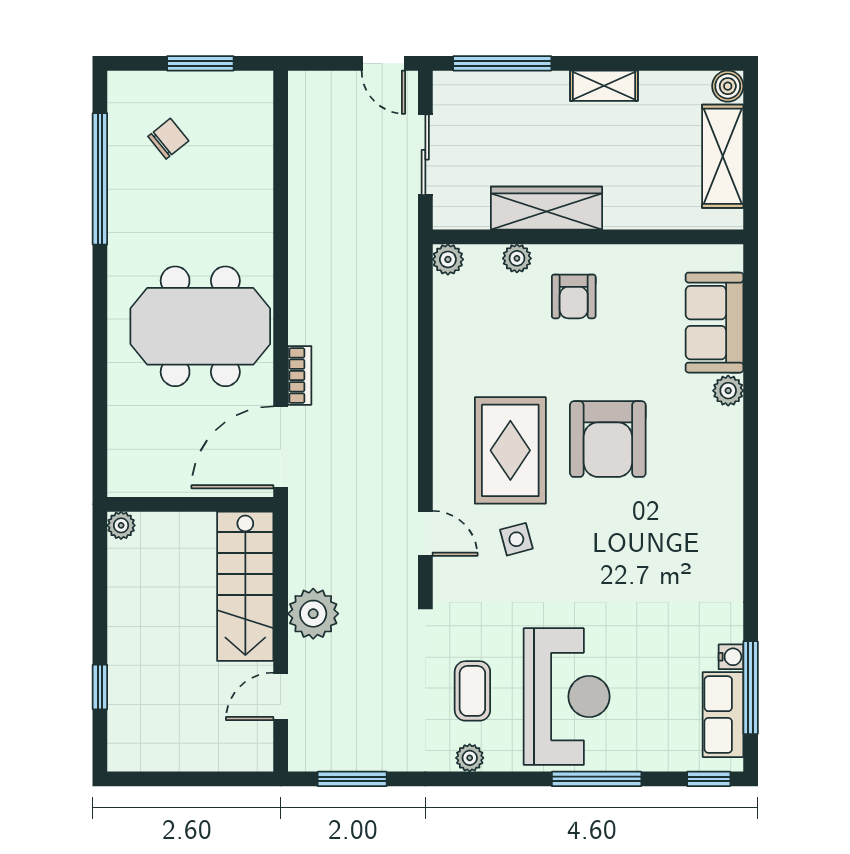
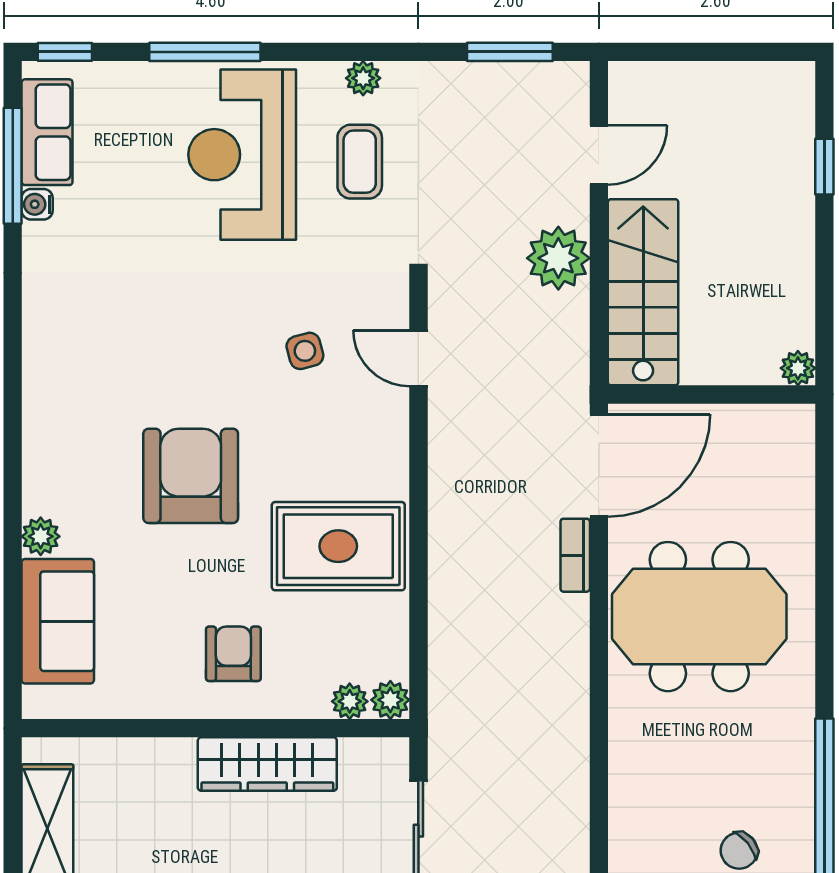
plant: (517, 258) -> (350, 701), moved
rug: (510, 450) -> (338, 546), moved, turned 90

